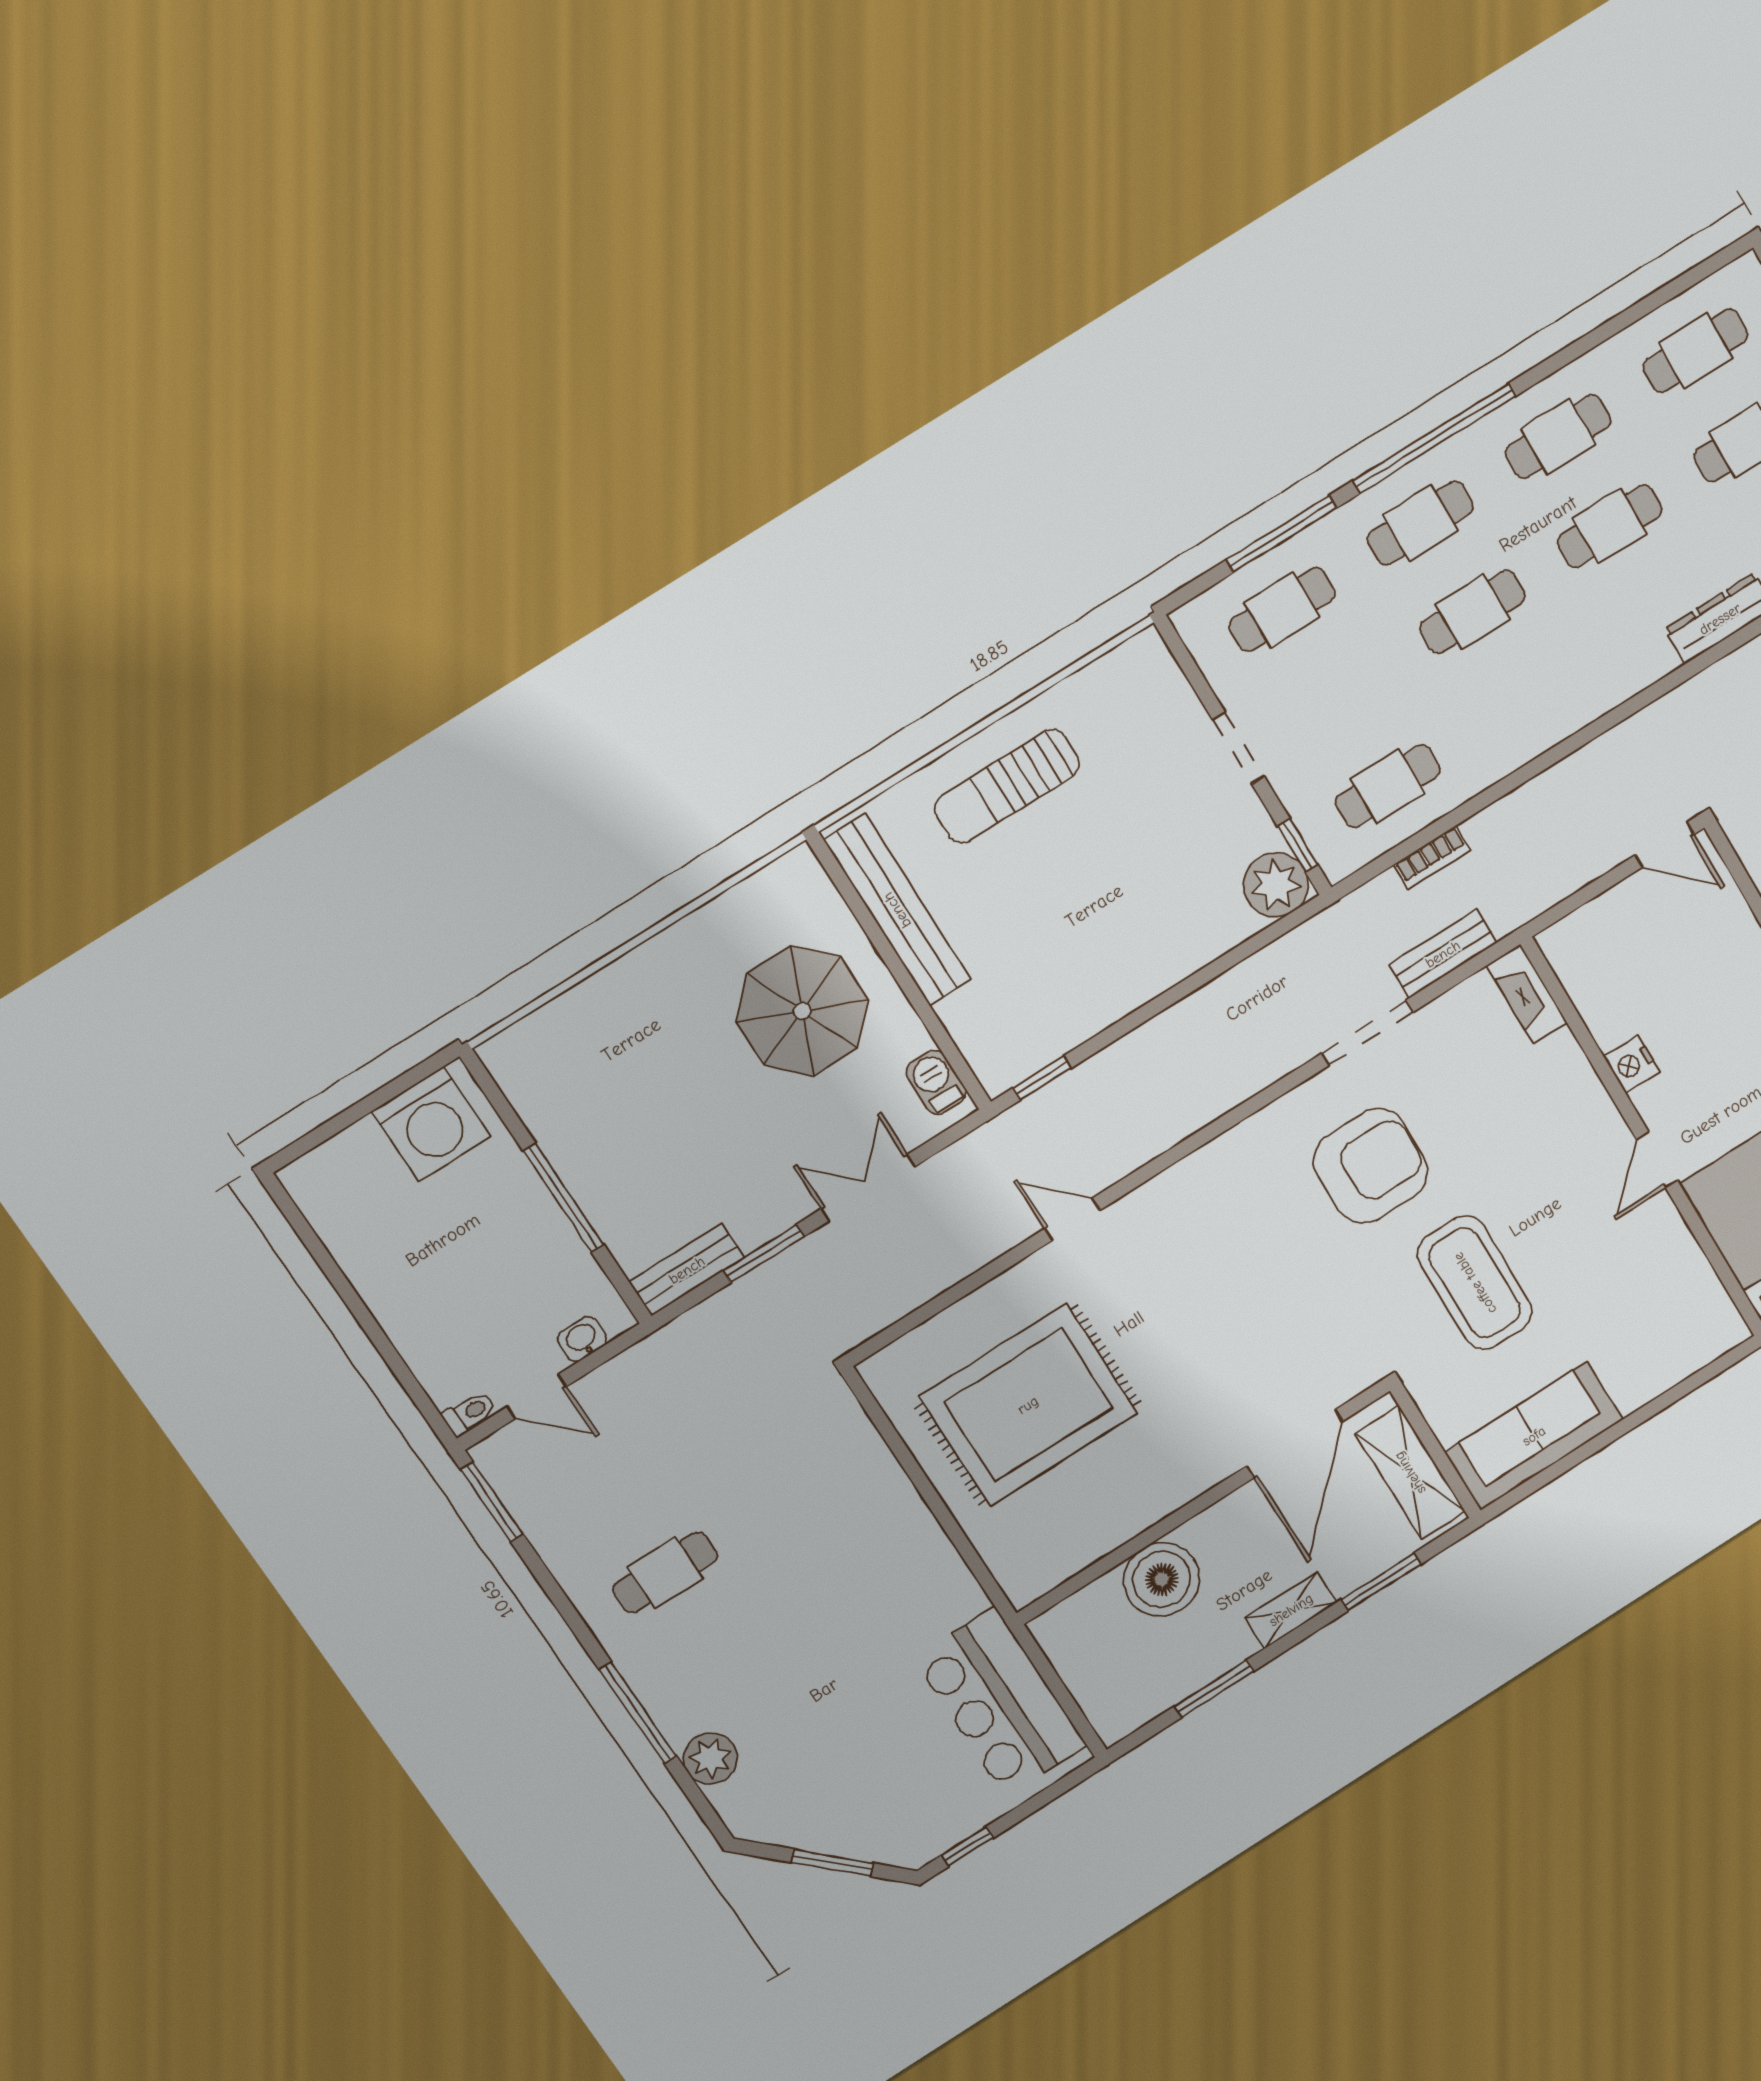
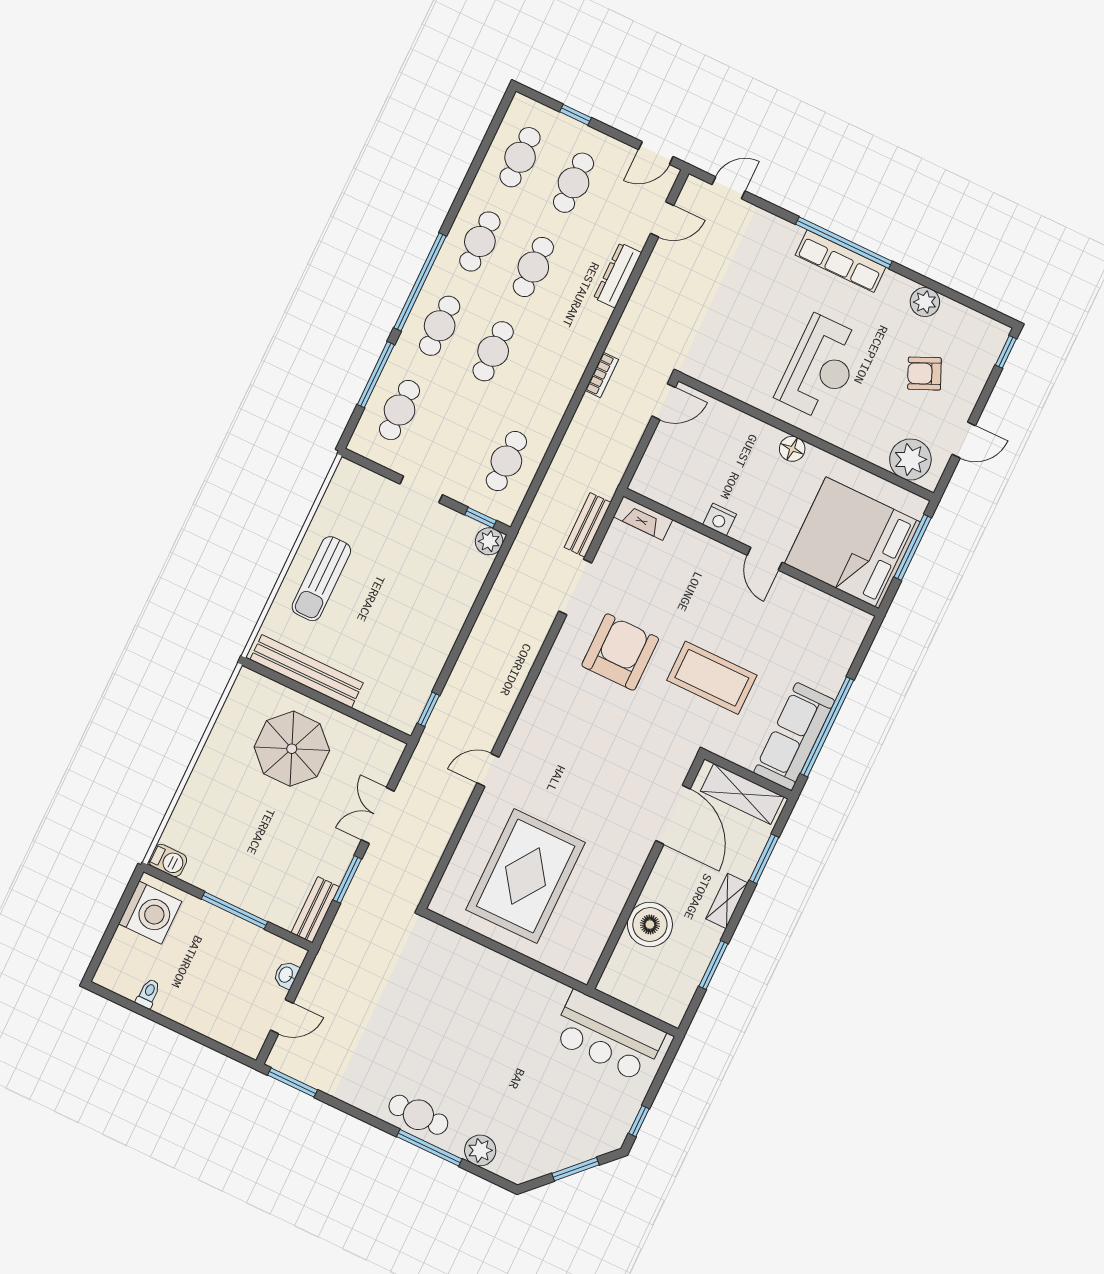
bookcase: (1432, 857) -> (602, 375), moved
plant: (1276, 885) -> (489, 541), width x0.73, depth x0.73
barbecue: (936, 1082) -> (168, 860), moved, turned 180
toilet: (469, 1413) -> (148, 994), moved
window: (1588, 1450) -> (827, 727), added
cafe table: (665, 1573) -> (418, 1115), moved, turned 90

